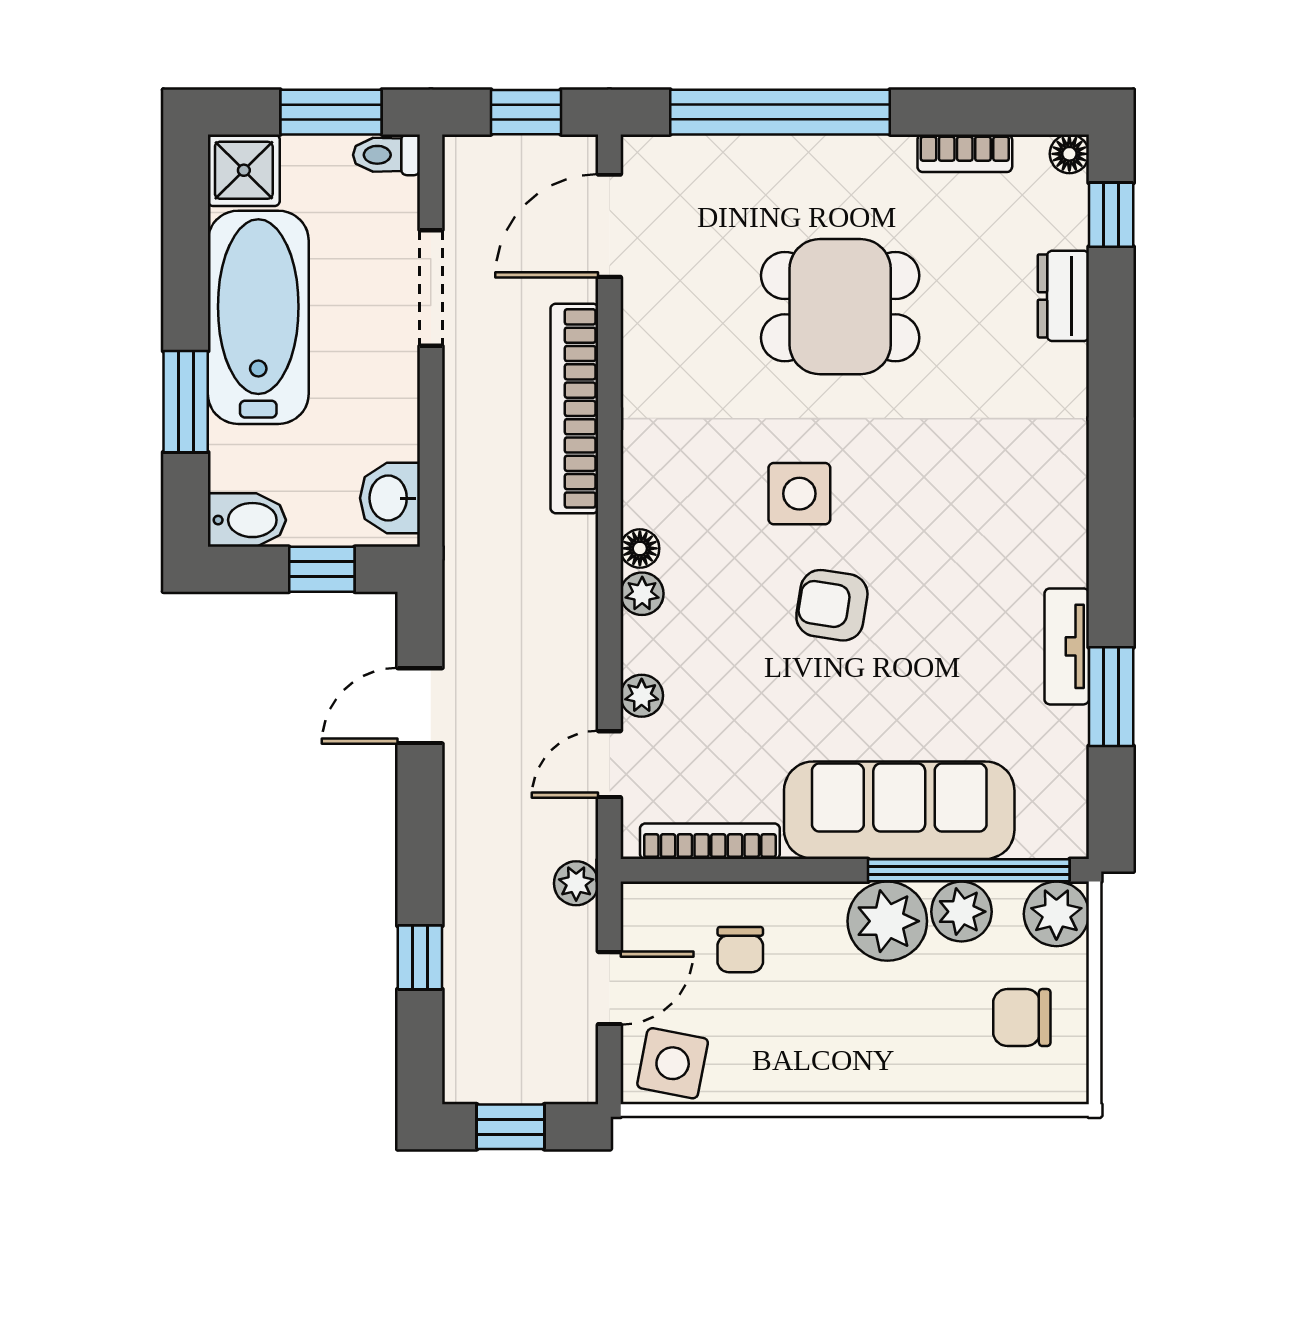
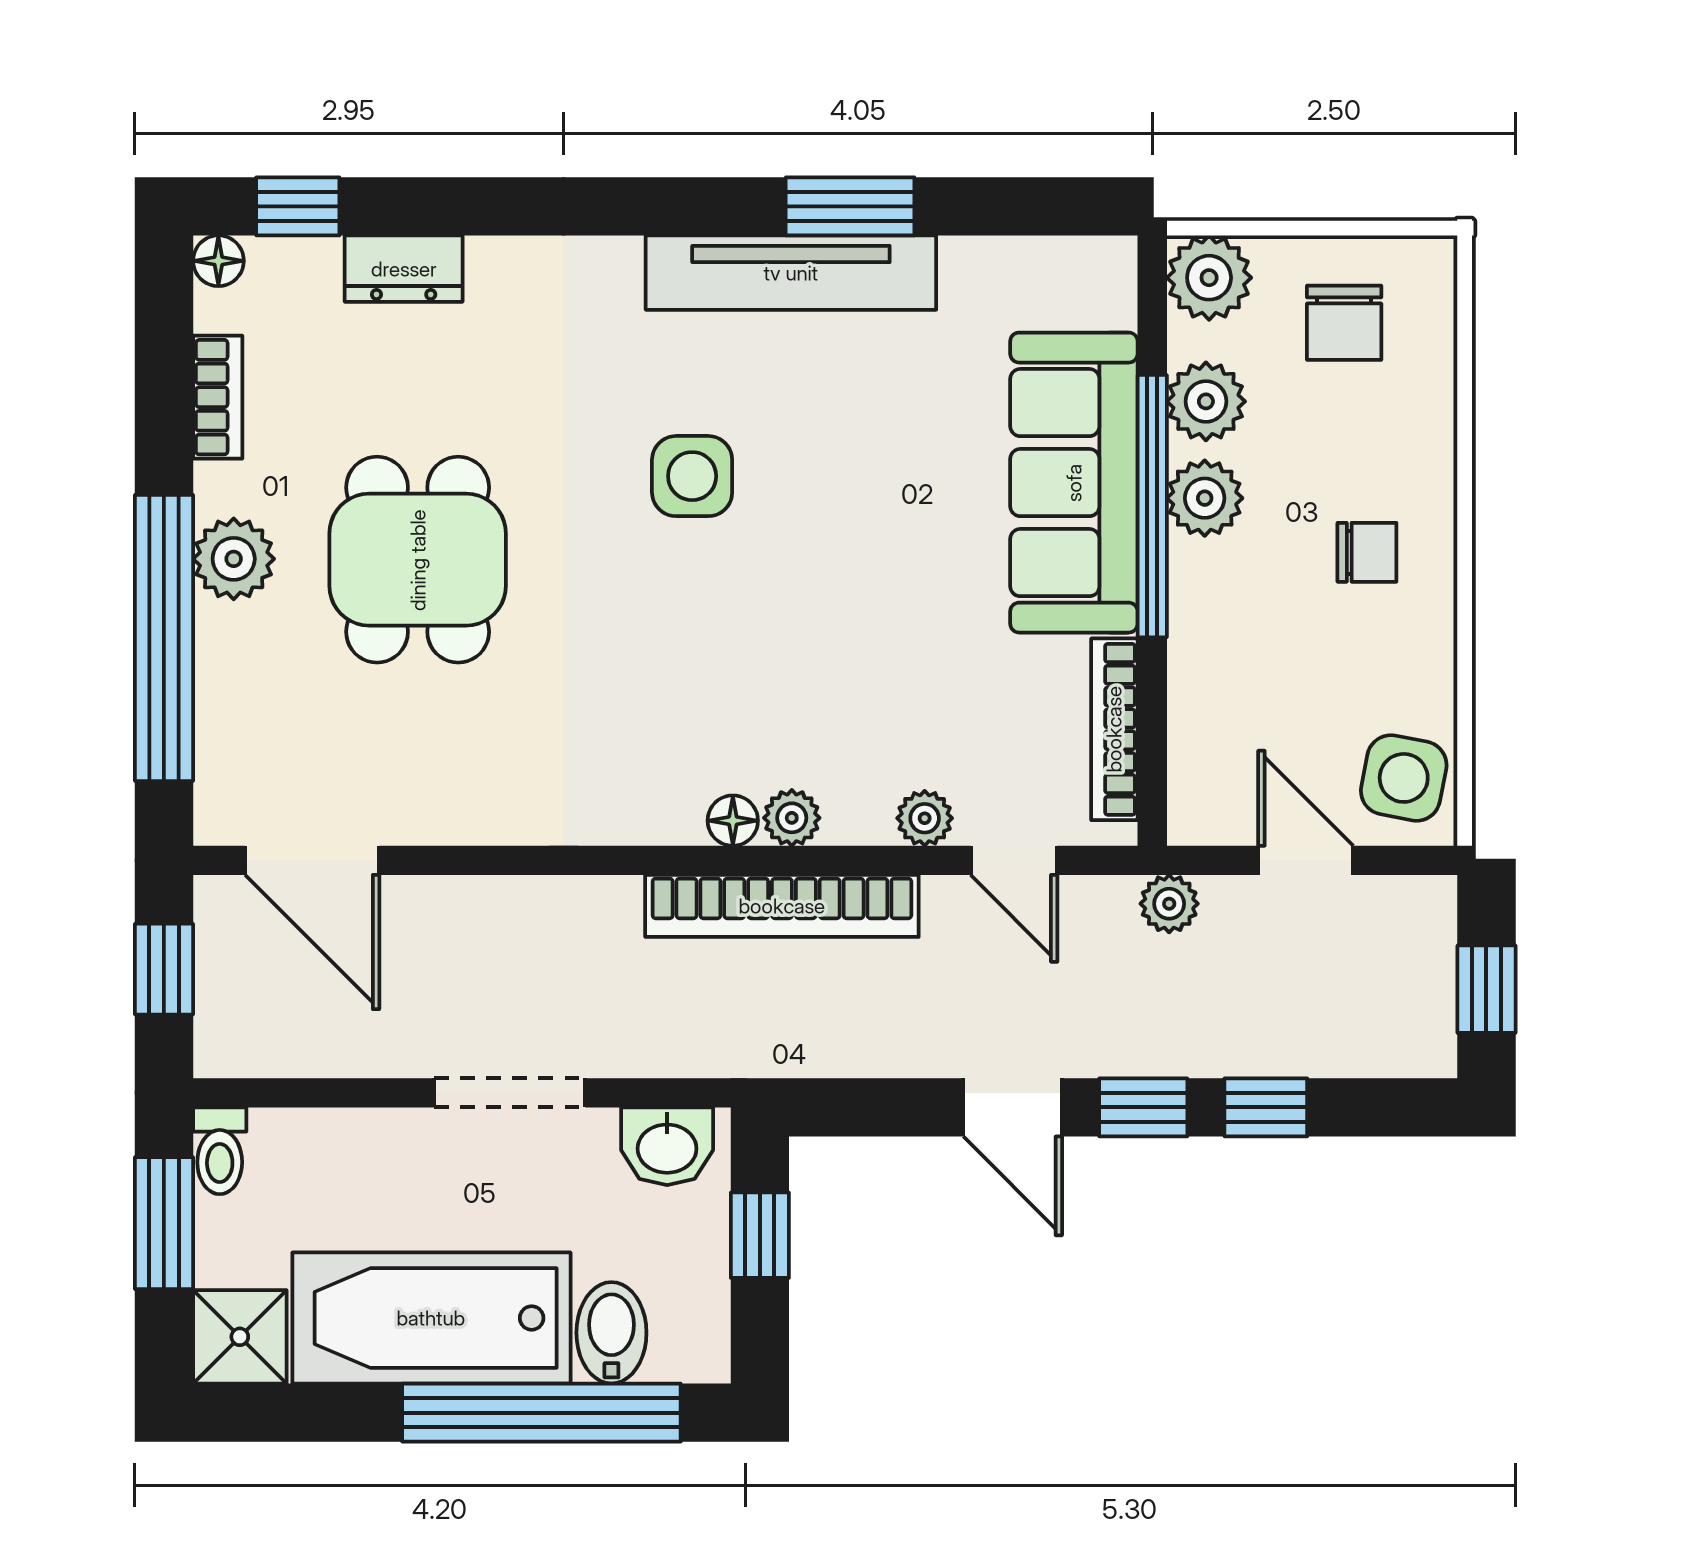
plant: (841, 166) -> (234, 559), added
doorway: (431, 288) -> (510, 1093), moved
window: (186, 402) -> (541, 1413), width x2.11
bookcase: (574, 408) -> (782, 906), moved
side table: (799, 494) -> (692, 476), moved
bidet: (247, 520) -> (611, 1333), moved
armchair: (832, 605) -> (807, 570), removed
tv unit: (1067, 646) -> (791, 273), width x1.92, depth x1.29
window: (1111, 697) -> (850, 206), moved
door: (420, 706) -> (1013, 1107), moved
window: (420, 863) -> (1143, 1107), added
window: (969, 870) -> (1152, 506), moved
plant: (887, 921) -> (1205, 498), width x0.73, depth x0.73
chair: (740, 950) -> (1367, 552), moved

